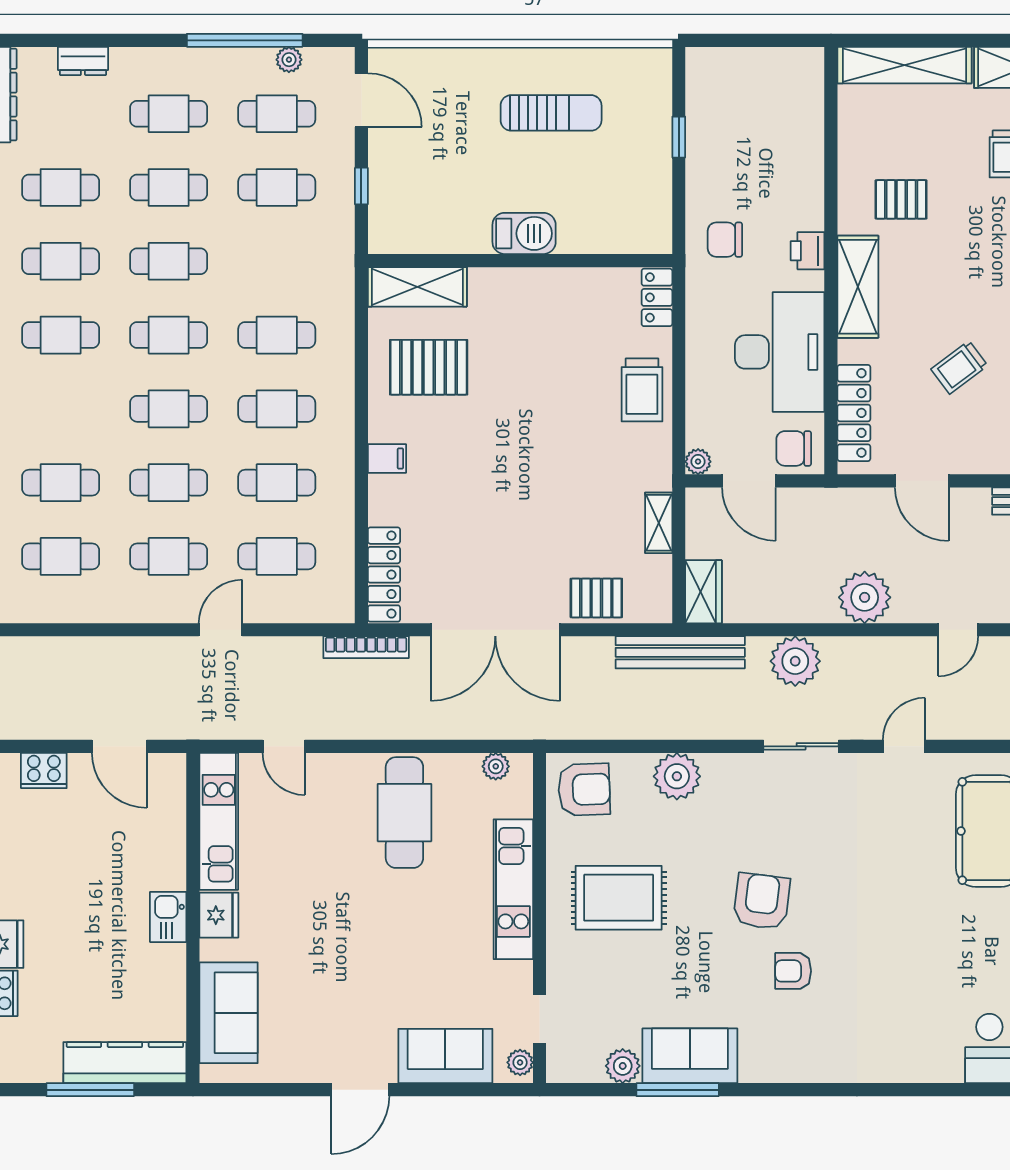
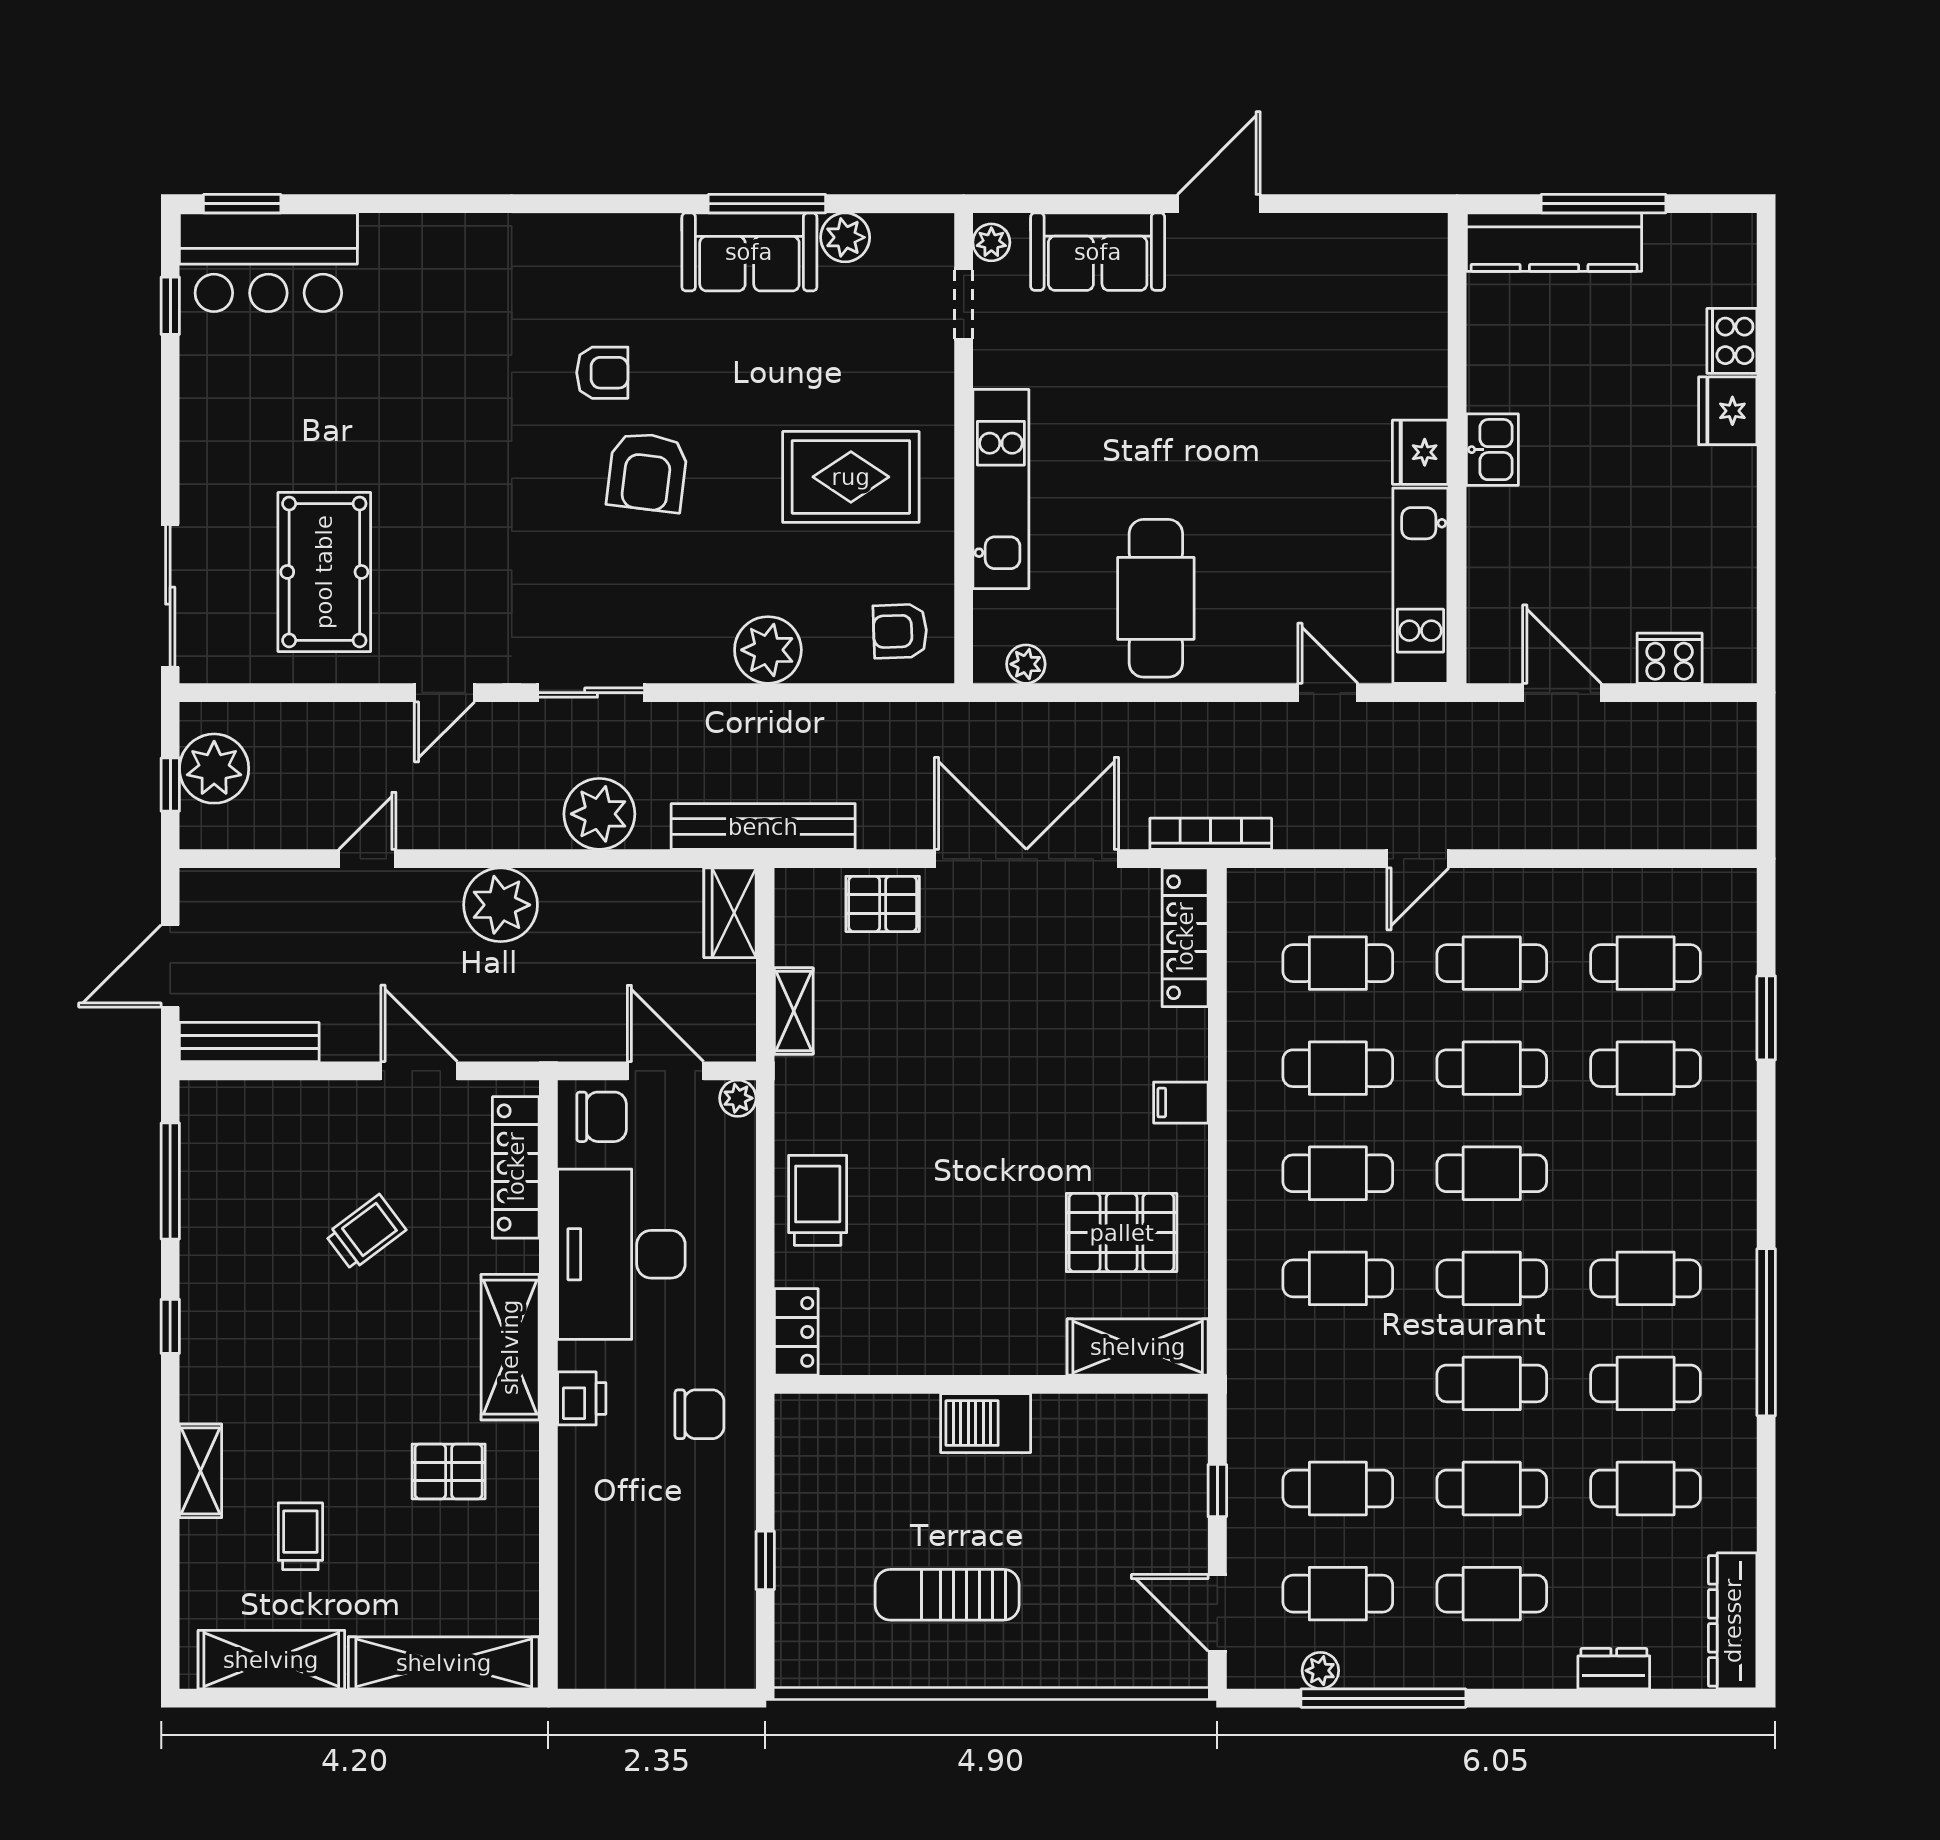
armchair: (584, 789) -> (900, 631), width x0.72, depth x0.72
sofa: (229, 1013) -> (1406, 313), removed

